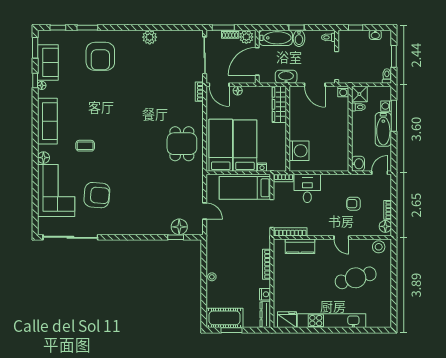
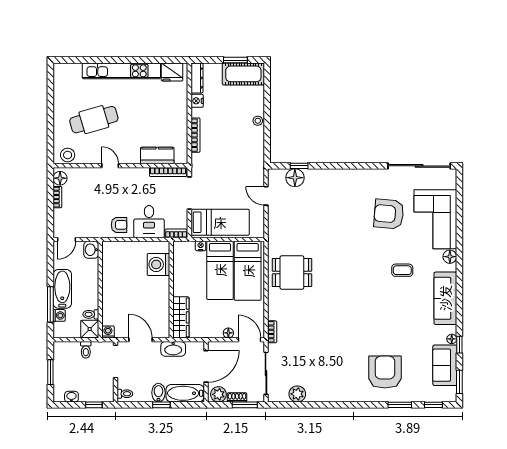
plant: (150, 37) -> (297, 394), moved
toilet: (387, 76) -> (86, 350), moved
dining table: (182, 144) -> (292, 272), turned 90
armchair: (353, 204) -> (119, 225), moved

